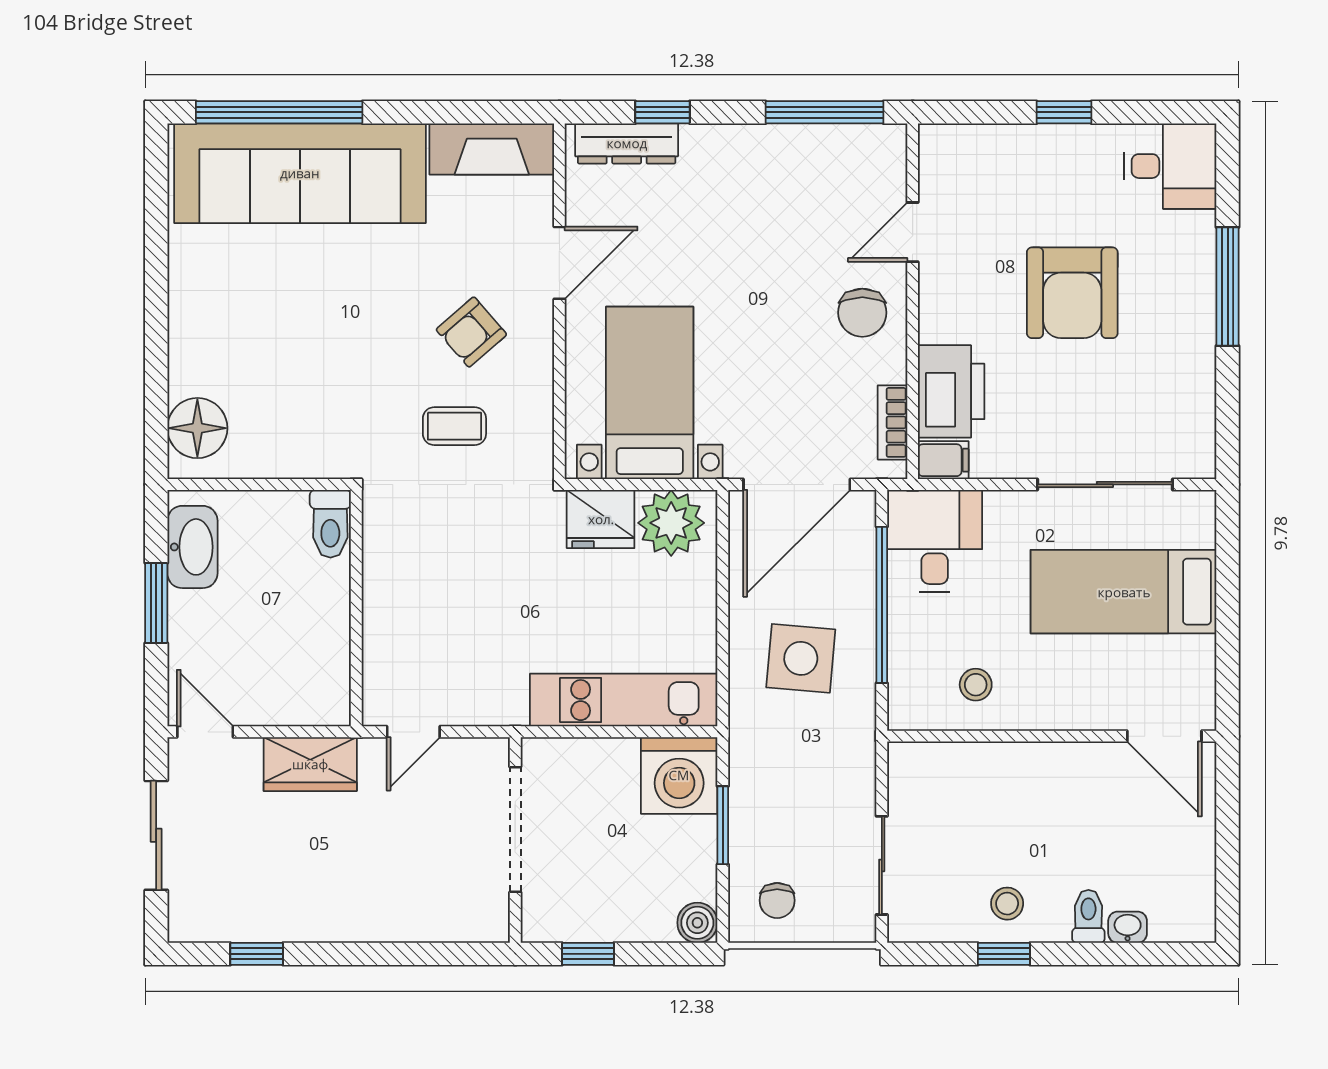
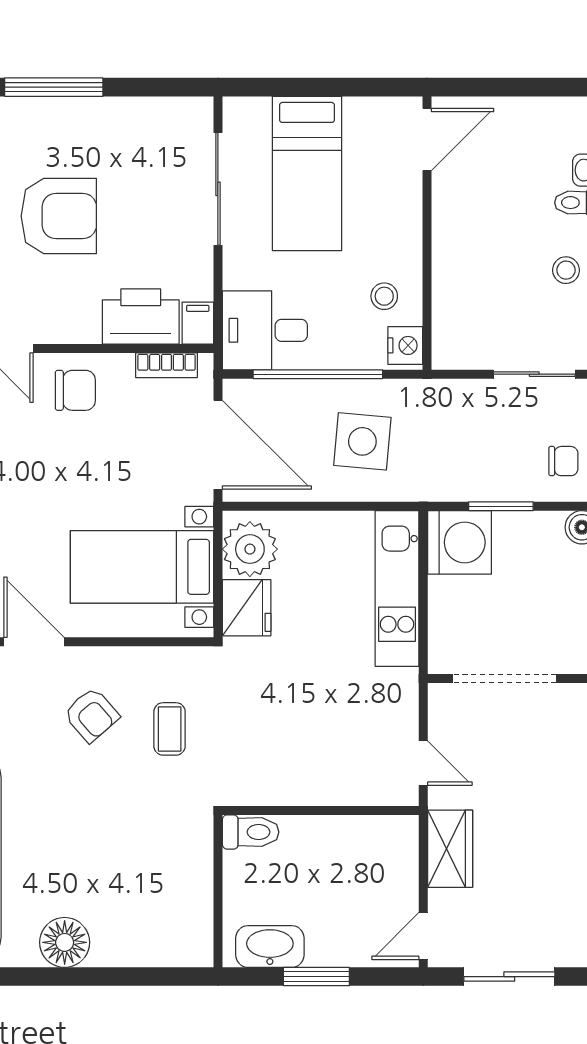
floor lamp: (197, 428) -> (65, 942), moved
nightstand: (916, 710) -> (405, 345), added

